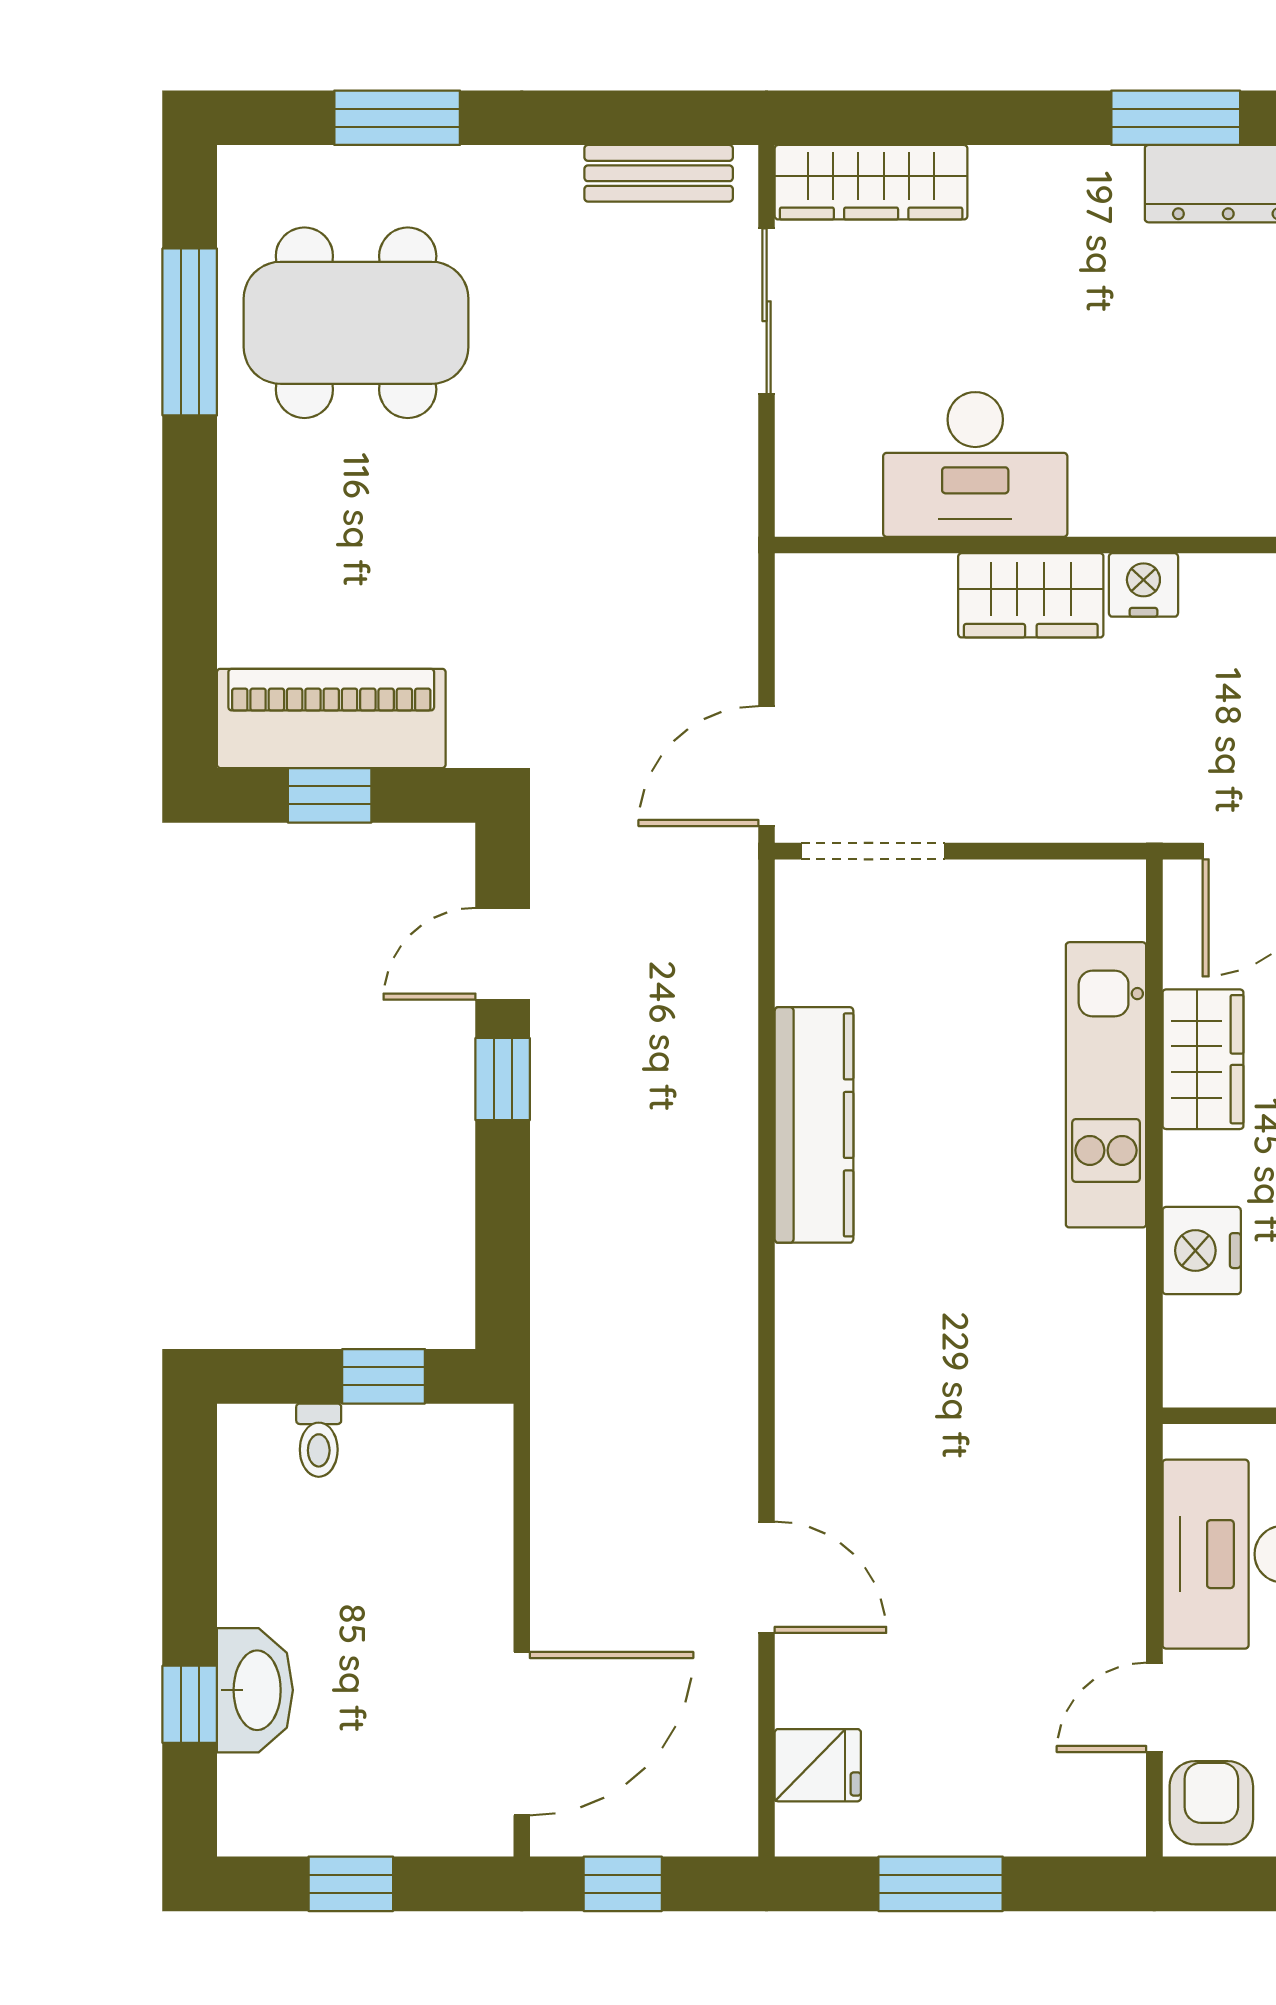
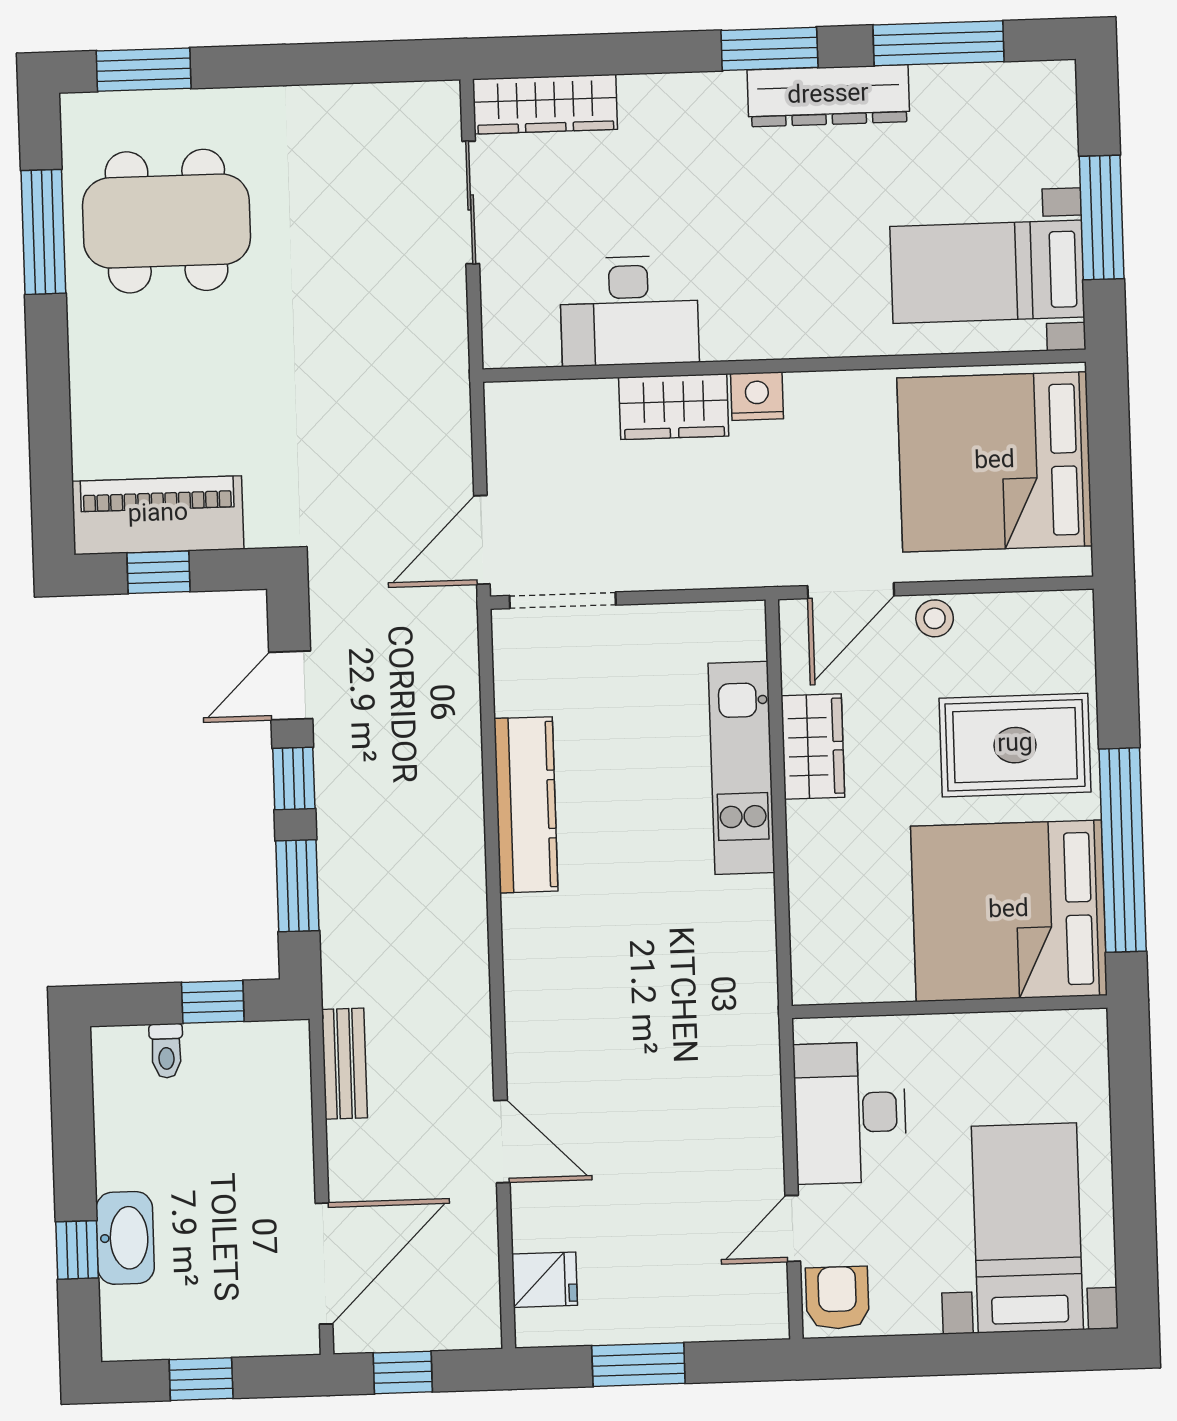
window: (397, 118) -> (144, 70), moved
bench: (659, 173) -> (345, 1064), moved, turned 90
window: (503, 1224) -> (297, 886), added
nightstand: (1202, 1251) -> (817, 888), removed

